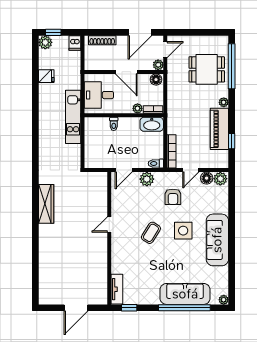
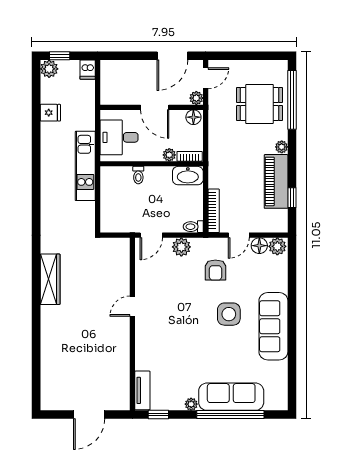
shoe rack: (102, 40) -> (123, 66), removed
coffee table: (151, 233) -> (187, 317), removed
plant: (224, 300) -> (191, 404), moved

